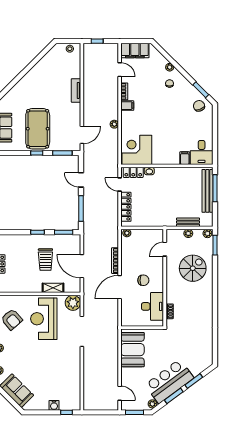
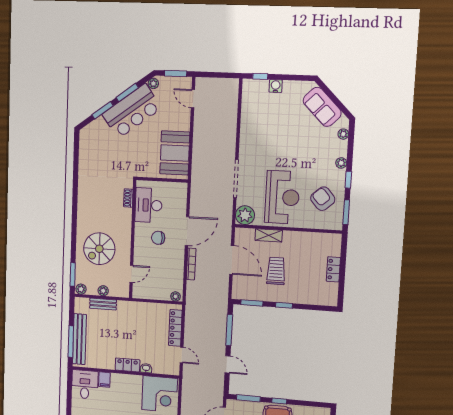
locker: (133, 172) -> (127, 365), moved

